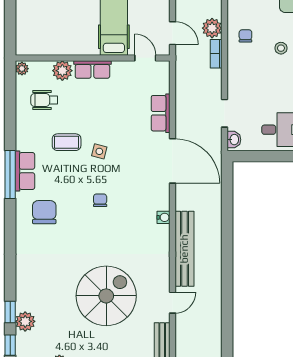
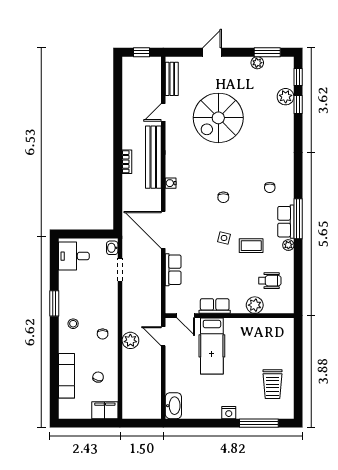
bookcase: (216, 54) -> (127, 162), moved
plant: (22, 69) -> (288, 245), moved
row of seats: (92, 69) -> (215, 306), moved
chair: (44, 212) -> (270, 187), width x0.54, depth x0.54

